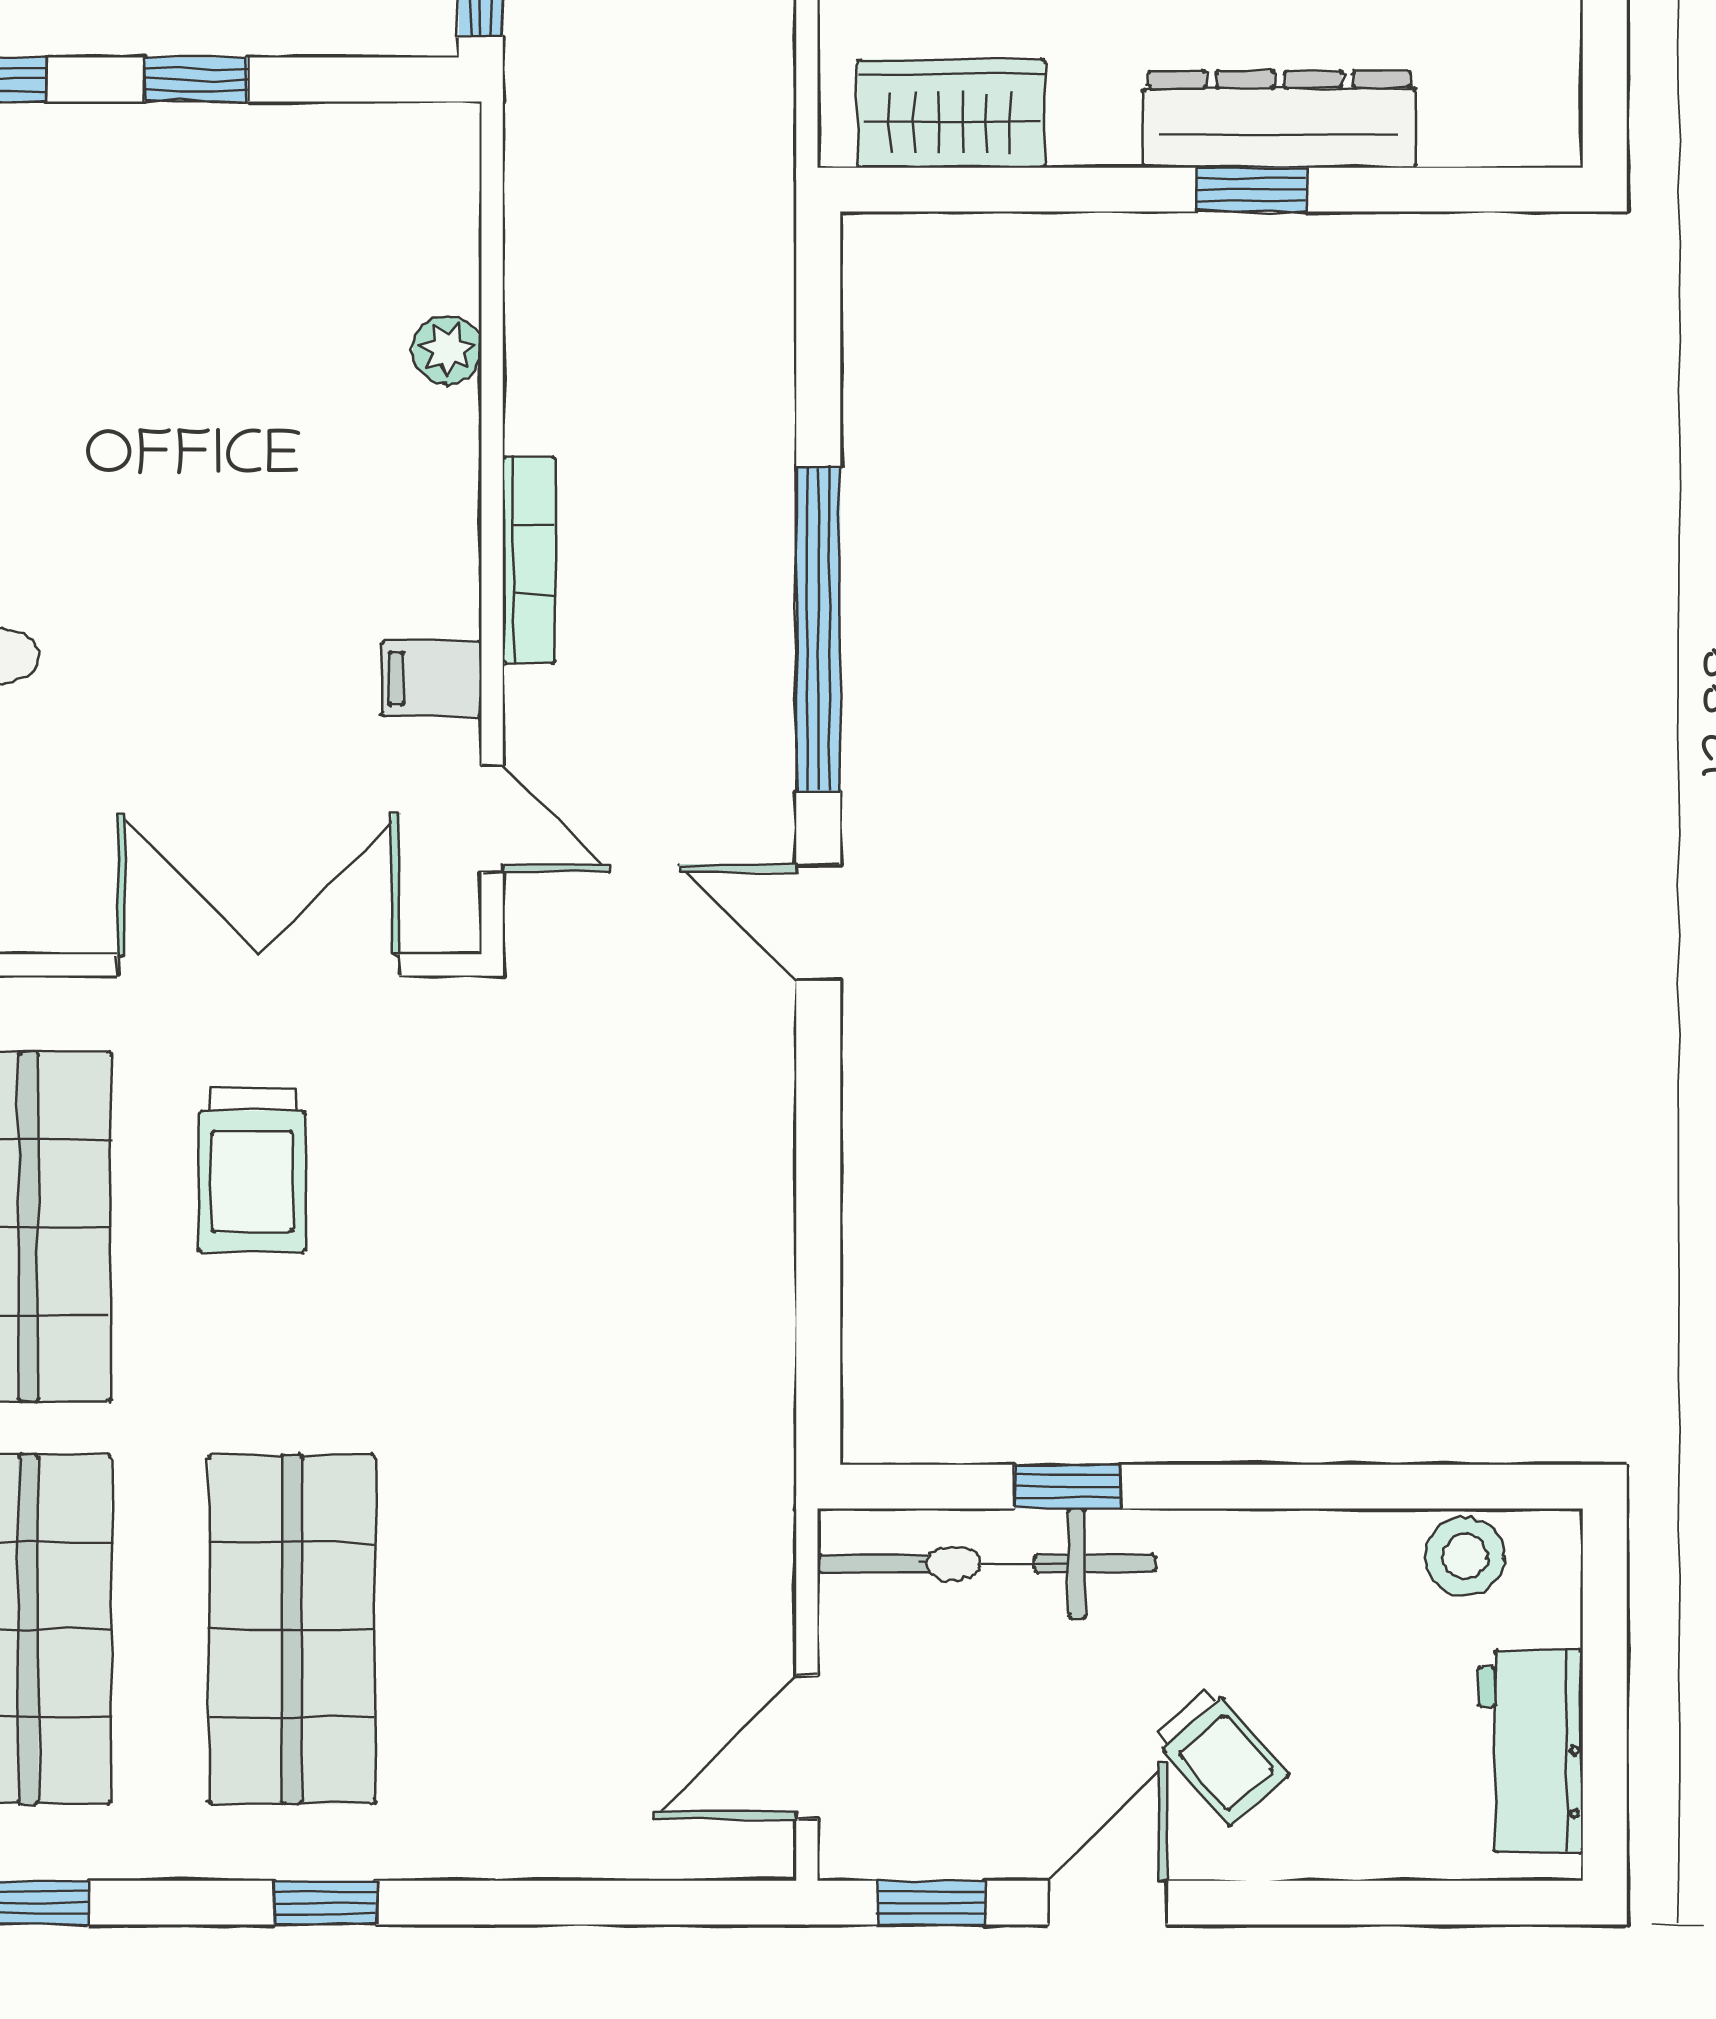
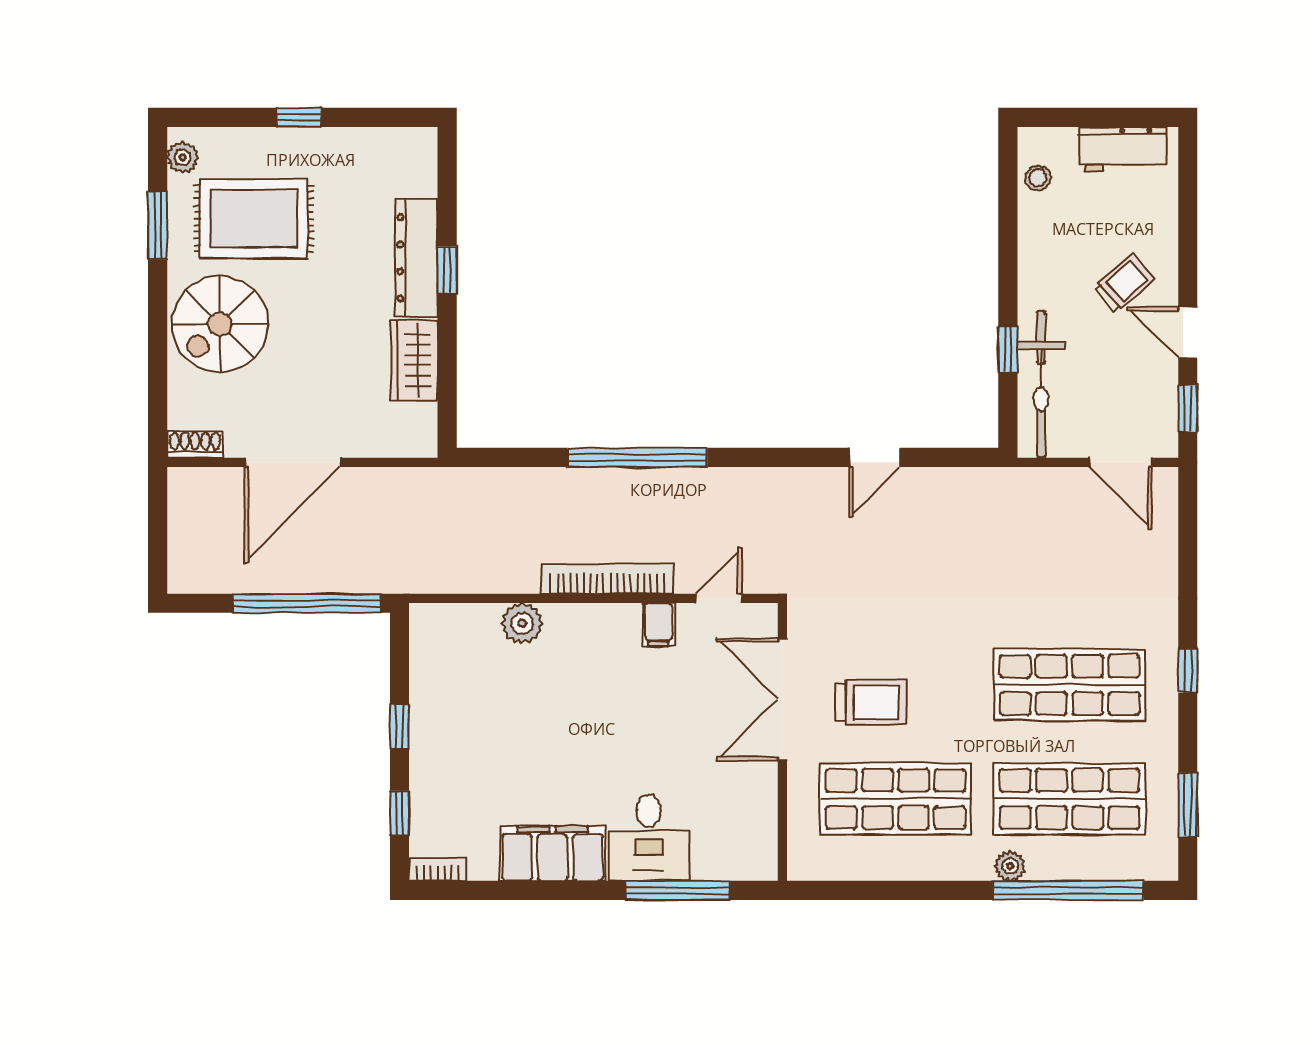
wardrobe: (951, 114) -> (414, 360), moved
plant: (447, 350) -> (522, 623), width x1.38, depth x1.38
bookcase: (529, 560) -> (607, 579), width x1.48, depth x1.31
door: (818, 922) -> (875, 457), moved
stool: (1465, 1556) -> (1038, 178), width x0.73, depth x0.73

